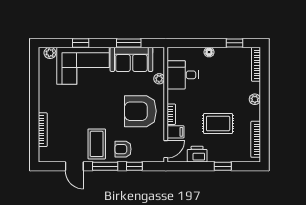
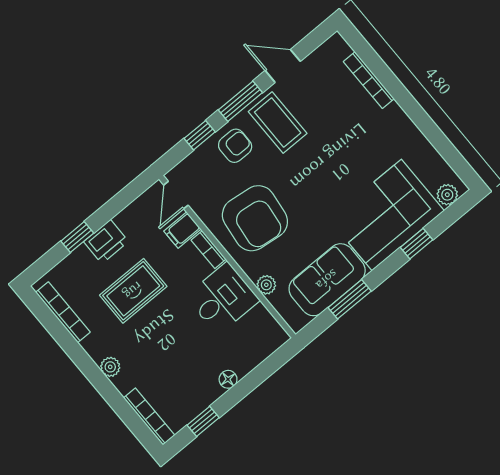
desk: (183, 75) -> (223, 298), moved
armchair: (140, 111) -> (255, 218), turned 97
printer: (197, 154) -> (106, 242), moved

